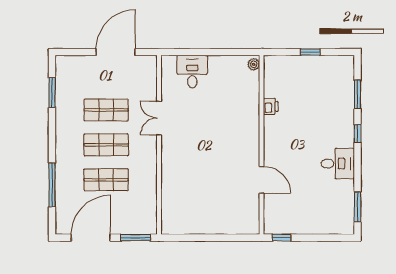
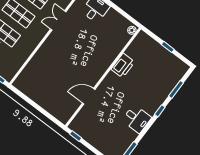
printer: (271, 106) -> (123, 66), width x1.87, depth x1.48
door: (262, 180) -> (89, 96), swing flipped

